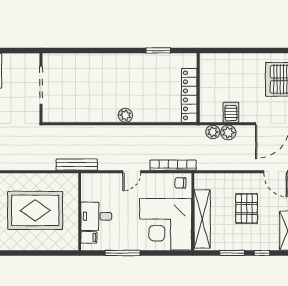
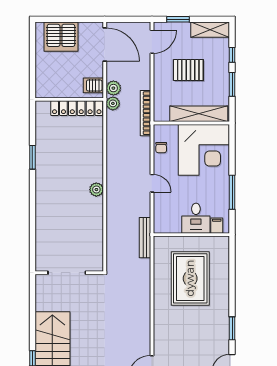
wall: (198, 88) -> (69, 99), moved
locker: (189, 95) -> (77, 108), moved
bookcase: (173, 165) -> (146, 113), moved
chair: (180, 183) -> (161, 148), moved

